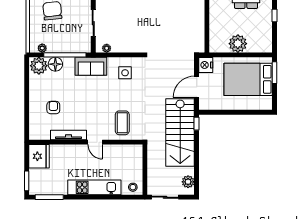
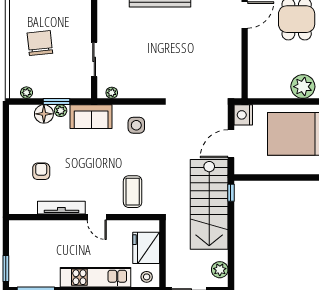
plant: (238, 44) -> (303, 87), moved
window: (65, 55) -> (56, 101), width x0.47
plant: (39, 66) -> (61, 111), moved, width x0.53, depth x0.53
fridge: (39, 156) -> (146, 248), moved, turned 180

